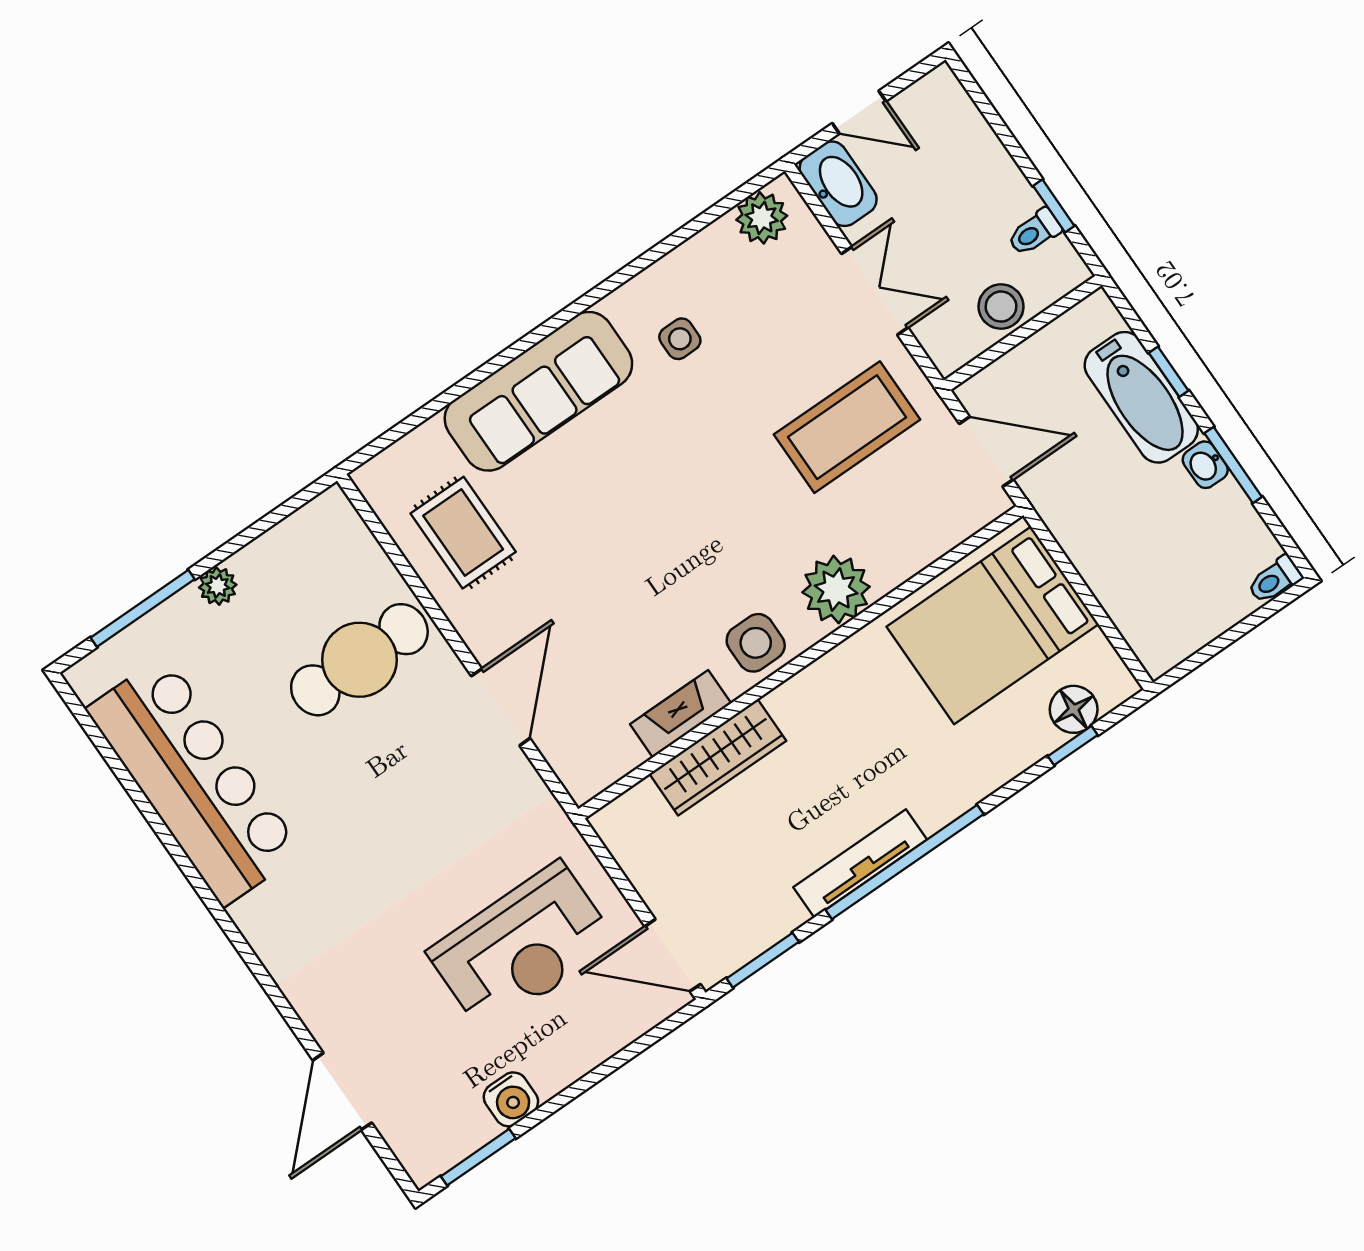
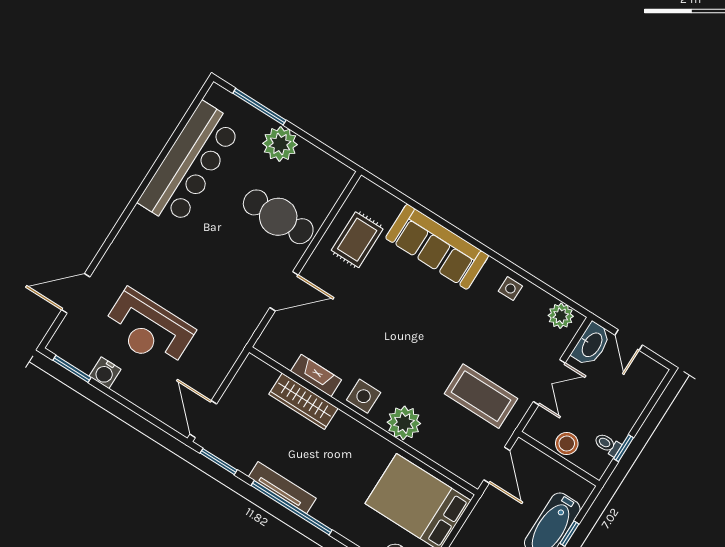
side table: (680, 339) -> (510, 289), moved
plant: (218, 586) -> (280, 144), width x1.88, depth x1.88
reception desk: (522, 947) -> (148, 329), moved

